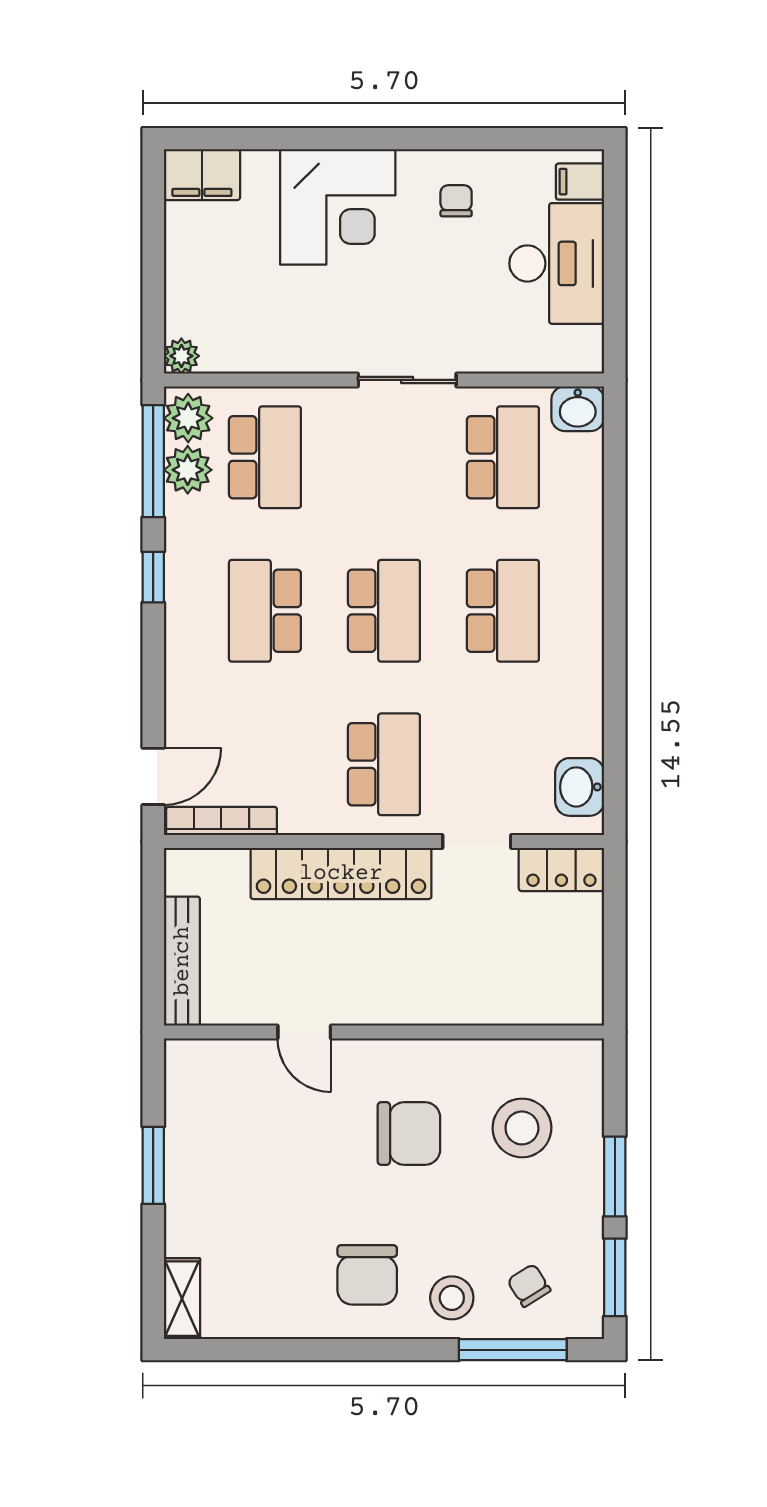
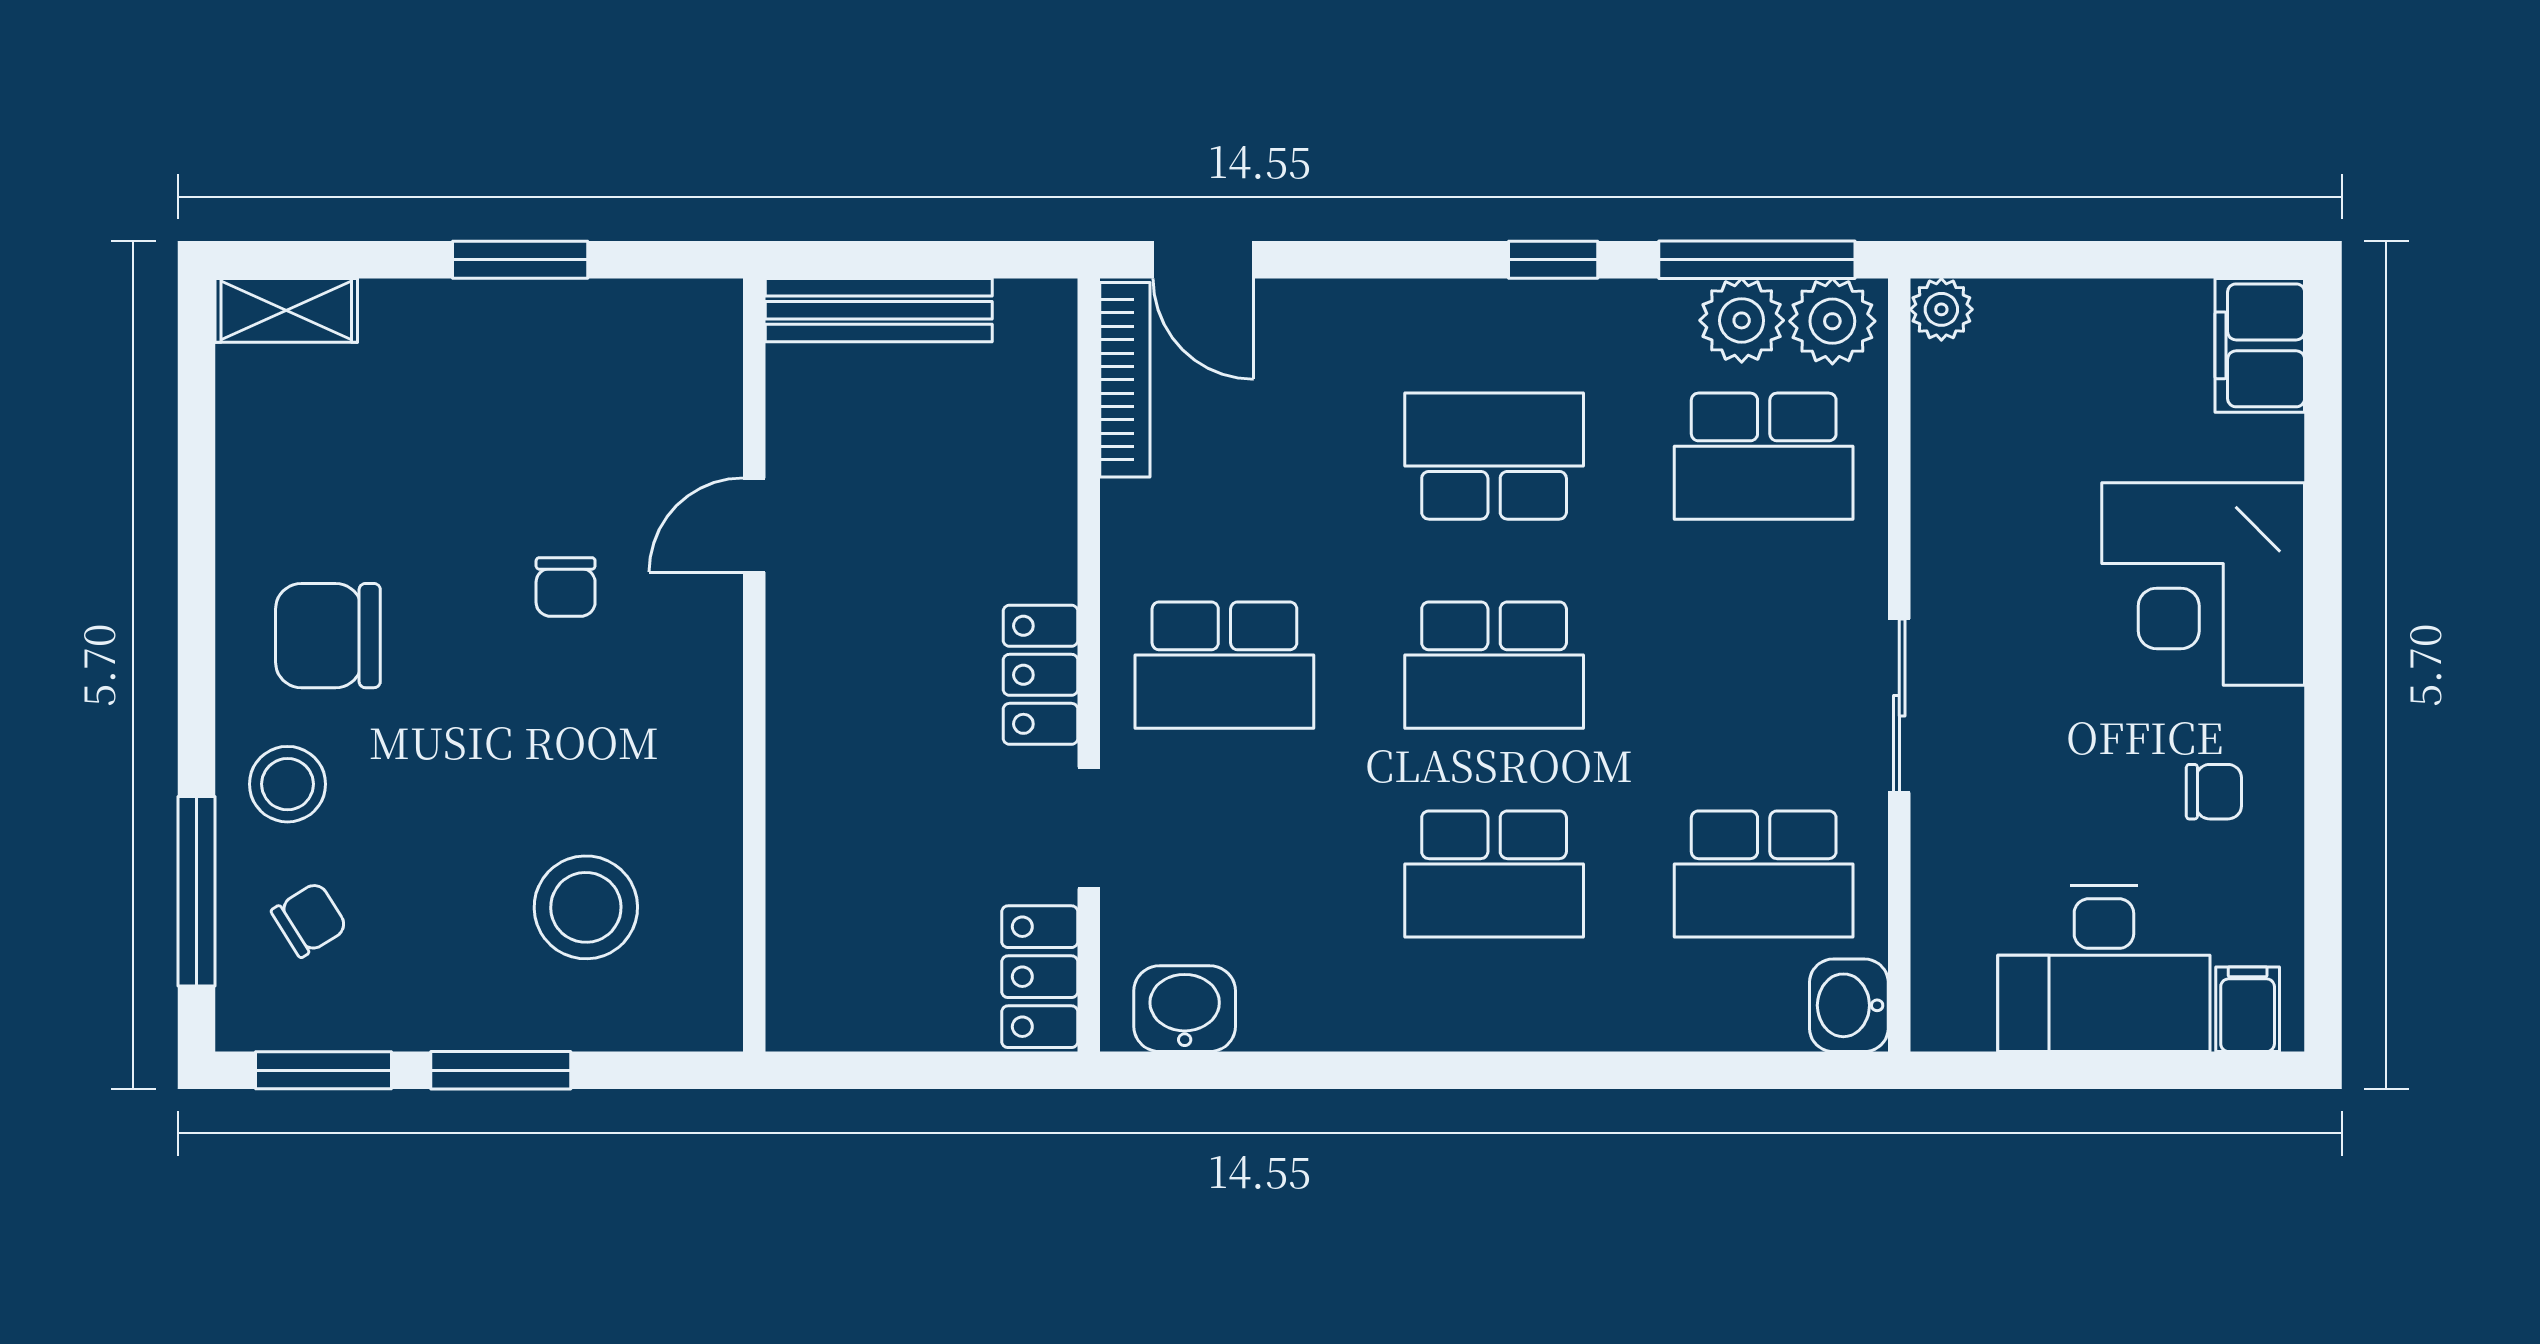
locker: (341, 873) -> (1040, 675), width x0.46, depth x0.83
chair: (409, 1134) -> (566, 587), moved, width x0.54, depth x0.54

